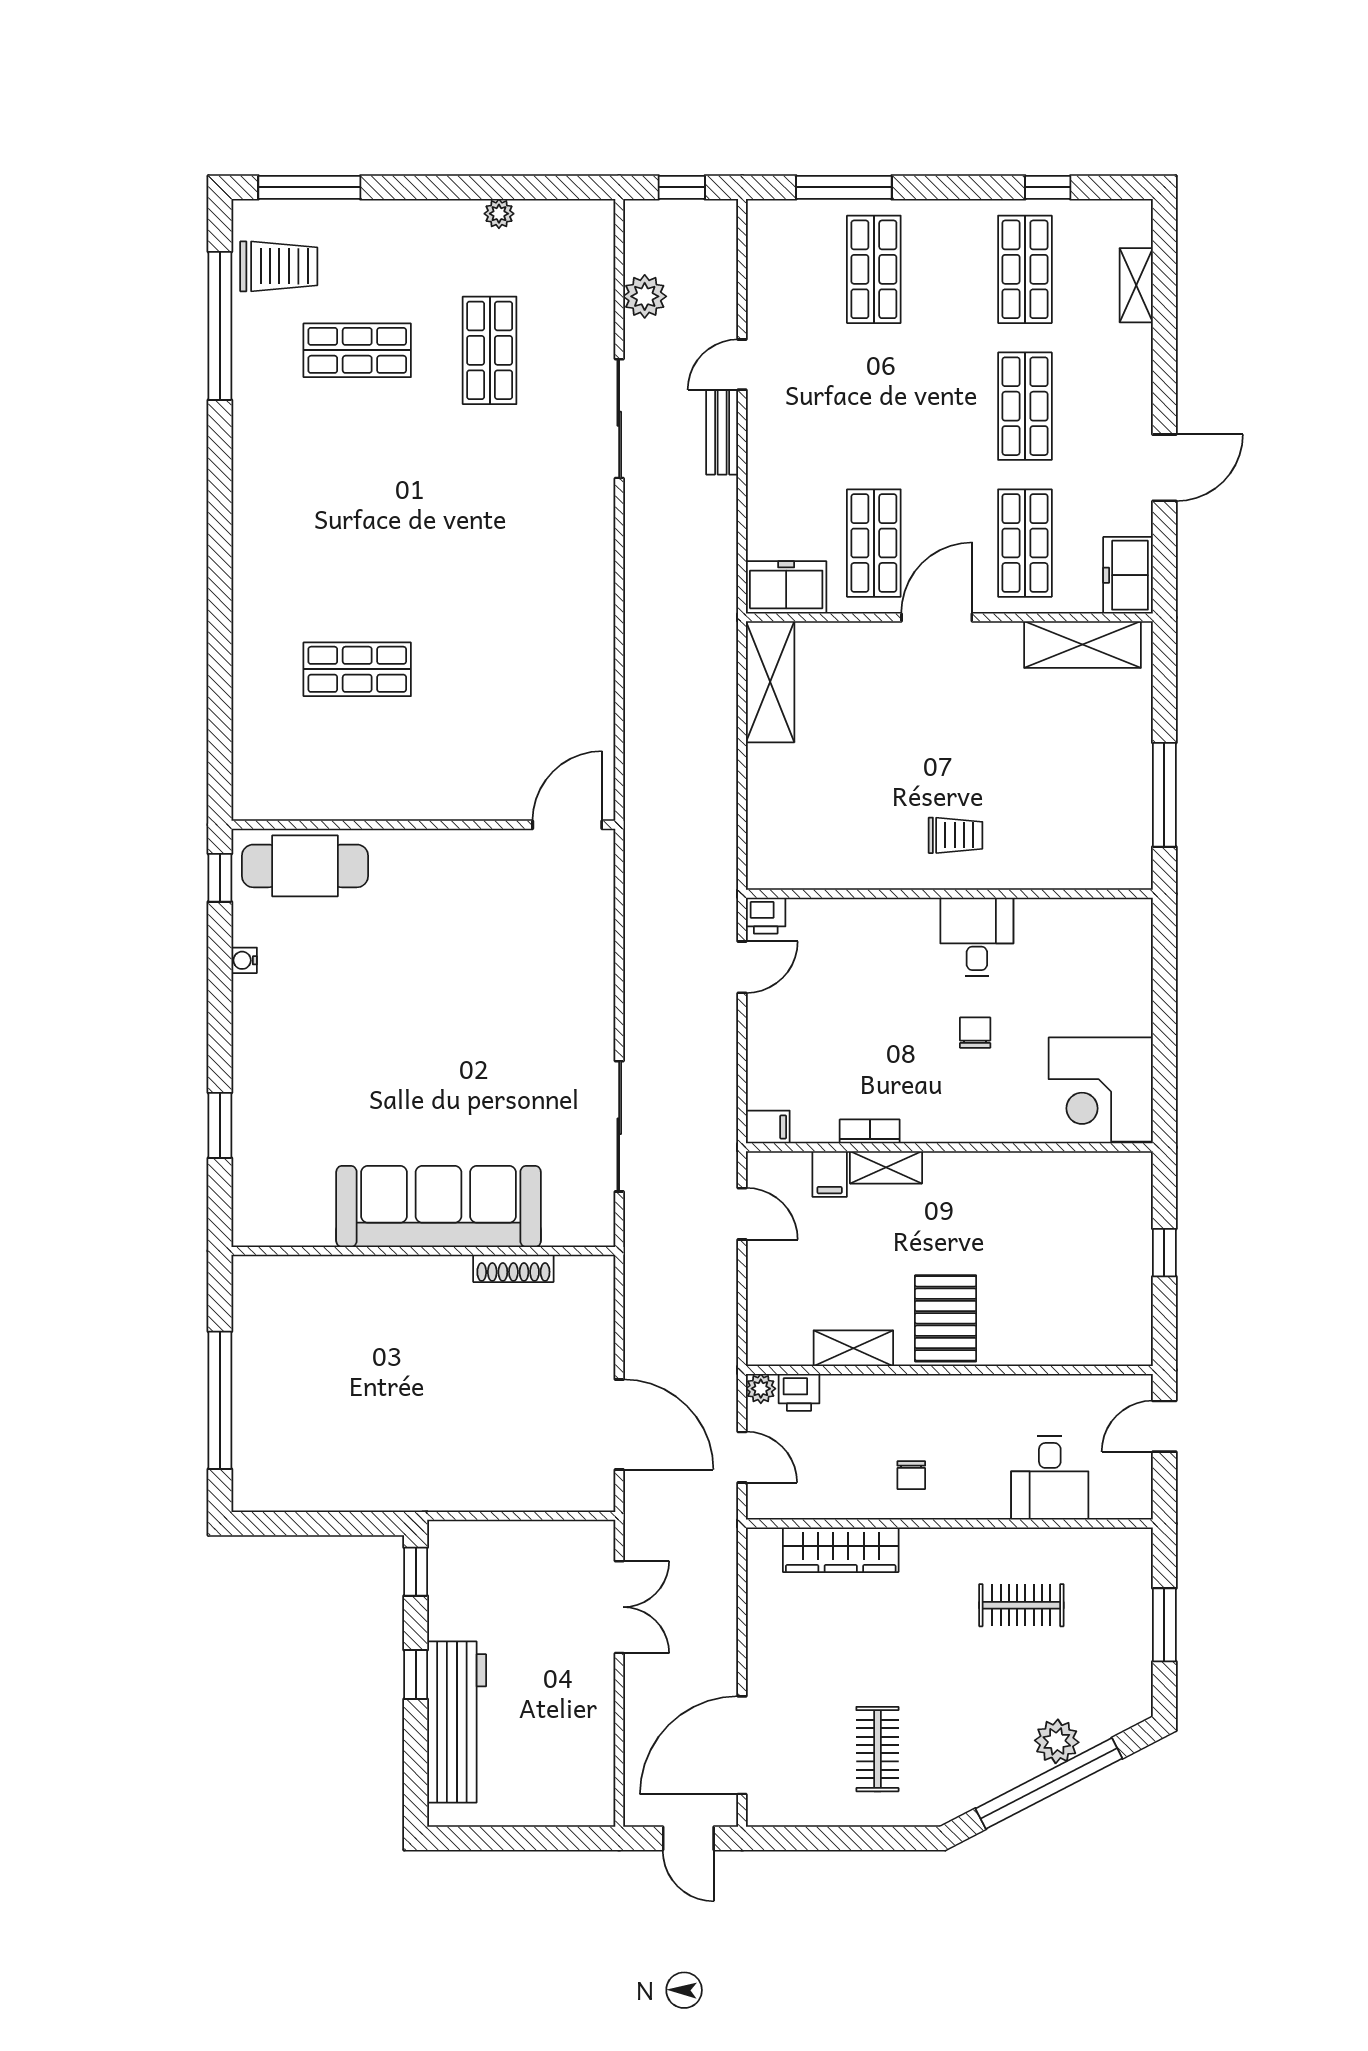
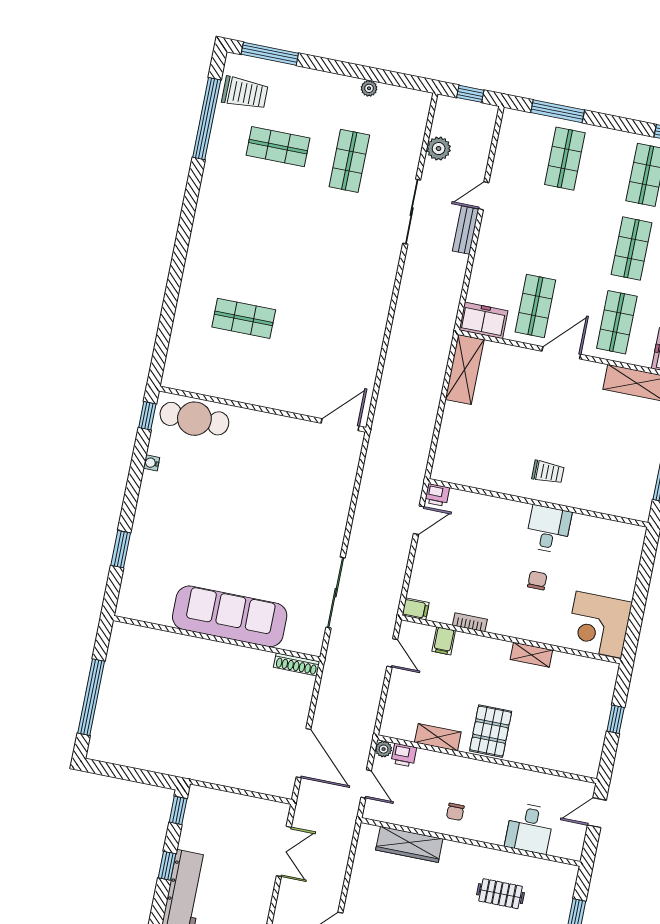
shelving: (886, 1167) -> (531, 655), moved
shoe rack: (513, 1268) -> (297, 664), moved

